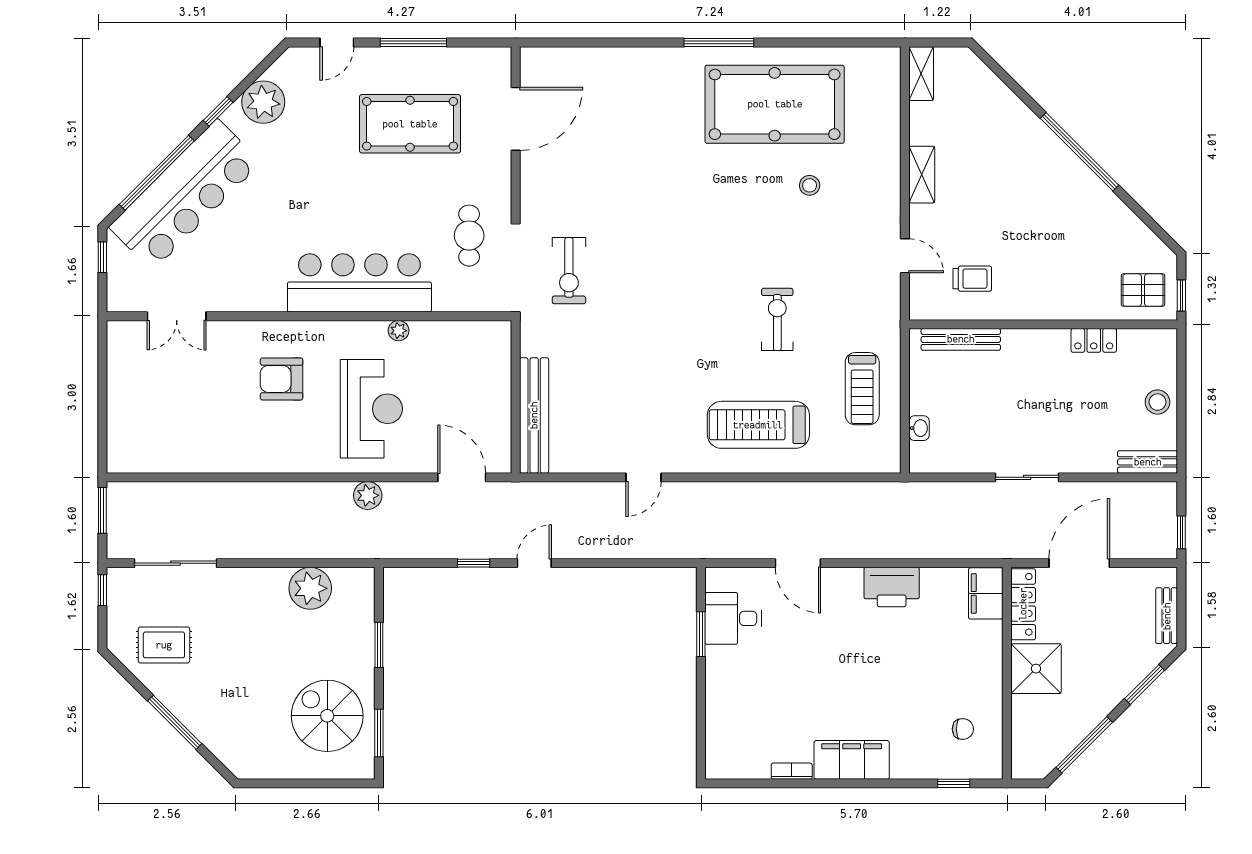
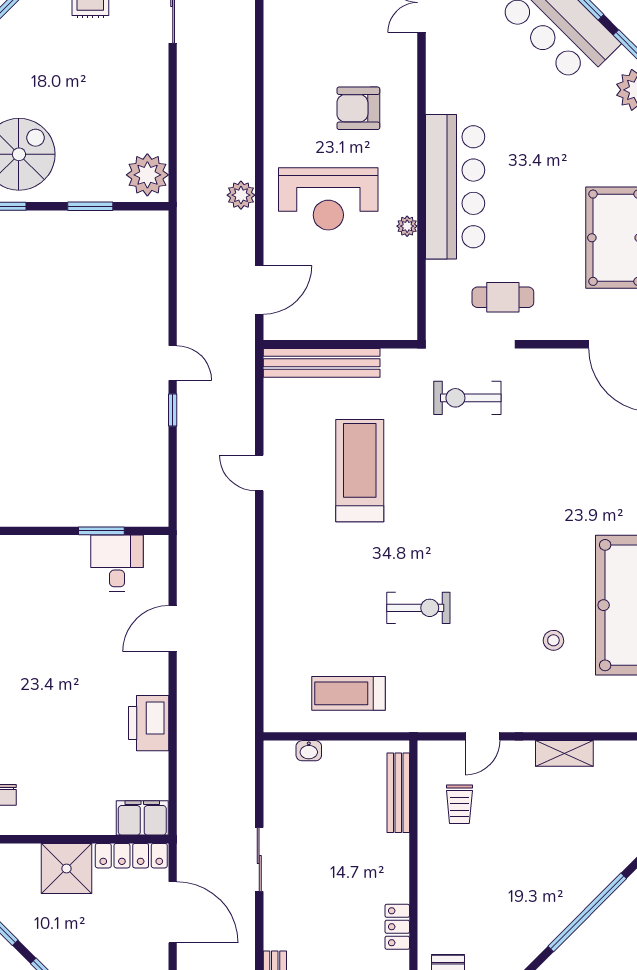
armchair: (282, 379) -> (358, 108), turned -90
treadmill: (758, 425) -> (360, 471), moved
window: (474, 563) -> (173, 410), moved
plant: (310, 588) -> (147, 175), moved

